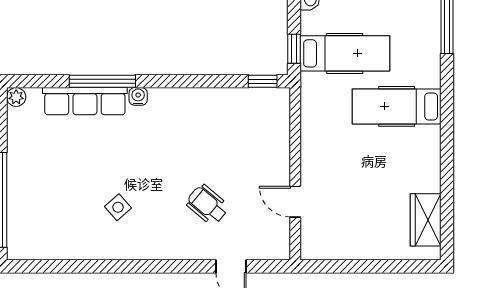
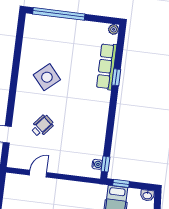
window: (102, 81) -> (116, 77), width x0.46
water cooler: (138, 96) -> (97, 164), moved
side table: (118, 207) -> (47, 77), width x1.87, depth x1.87

